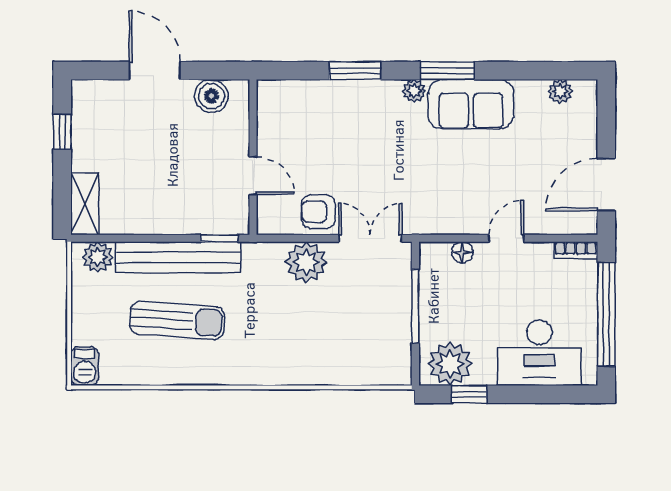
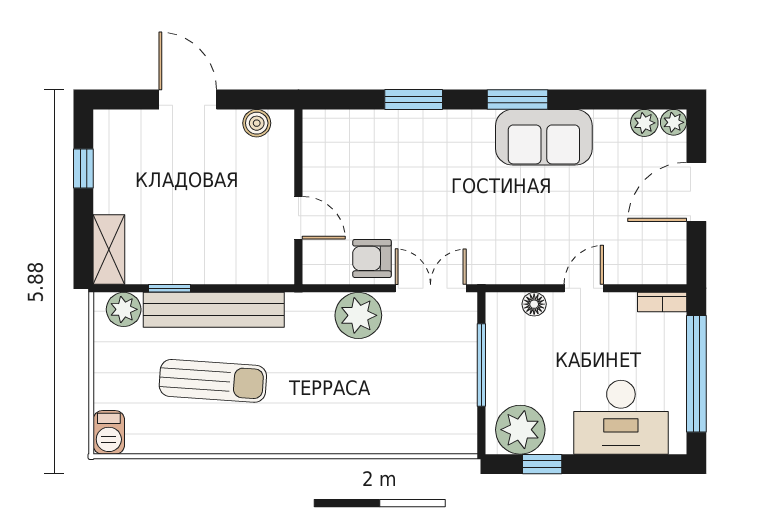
plant: (414, 91) -> (674, 122), moved
boiler: (212, 96) -> (257, 123), width x0.73, depth x0.73
door: (606, 185) -> (696, 192), moved
window: (219, 238) -> (170, 288), moved

